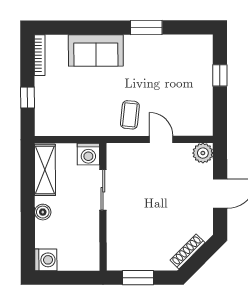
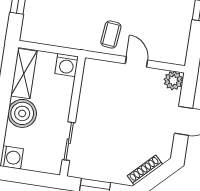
sliding door: (103, 190) -> (69, 141), moved
boiler: (43, 212) -> (22, 113), width x1.86, depth x1.86

